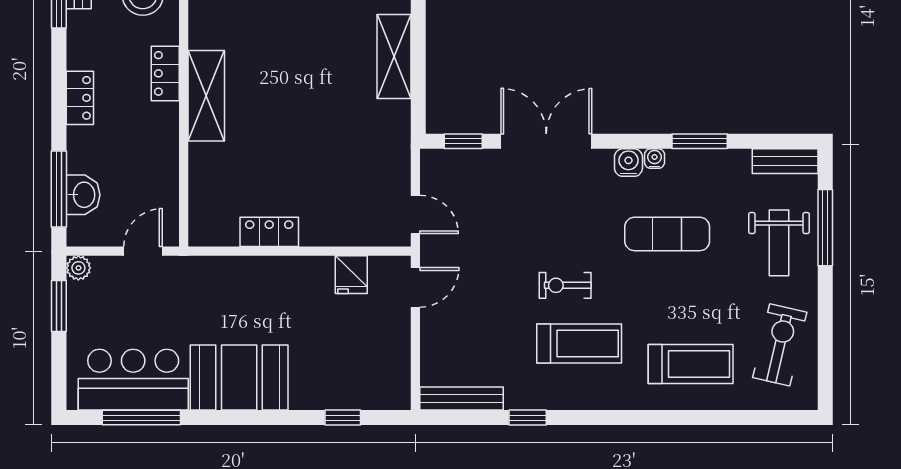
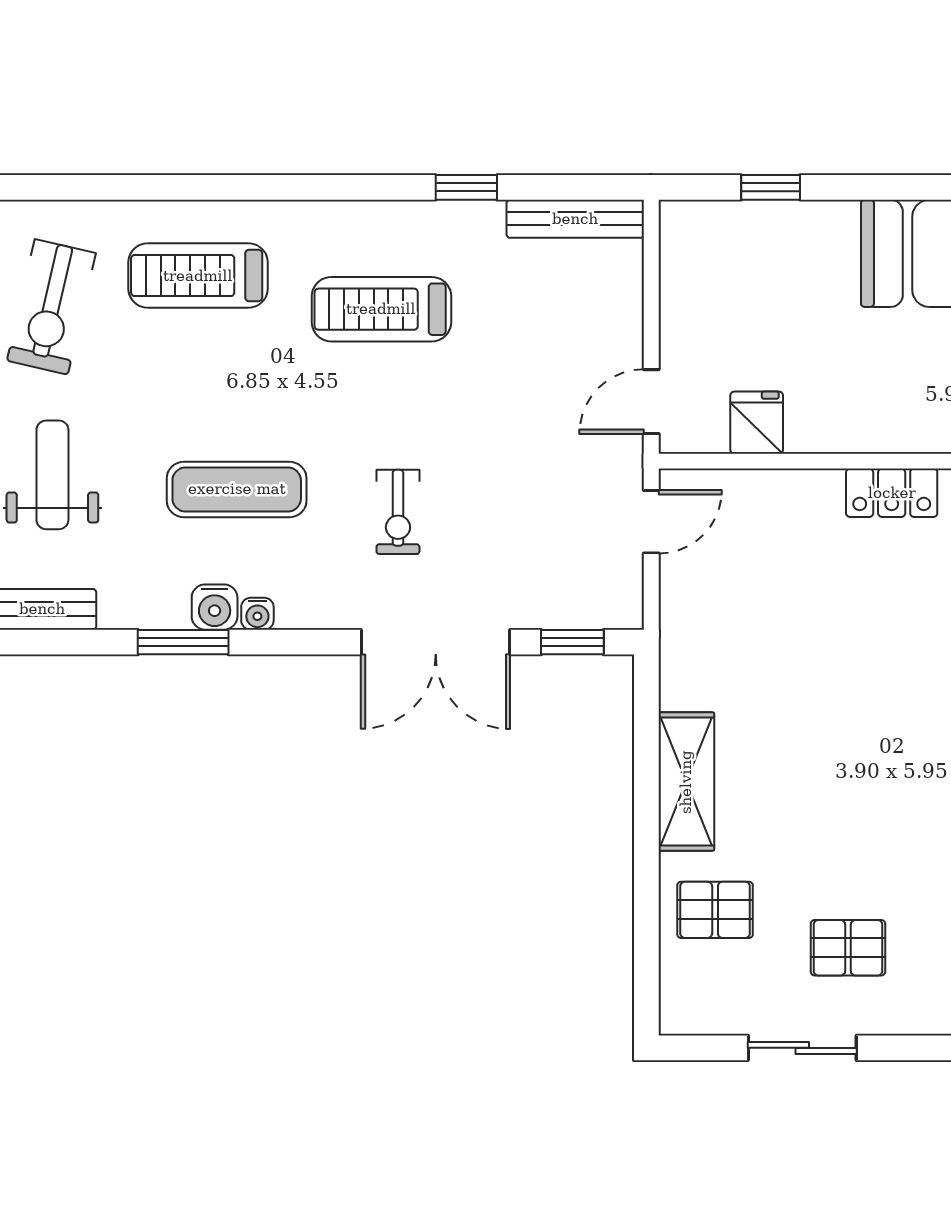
water cooler: (628, 163) -> (215, 607), moved
door: (415, 214) -> (651, 522), swing flipped
exercise bike: (565, 285) -> (398, 512), moved, turned 90

